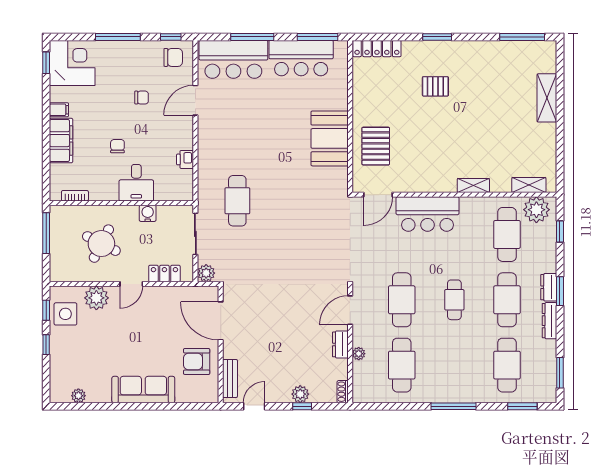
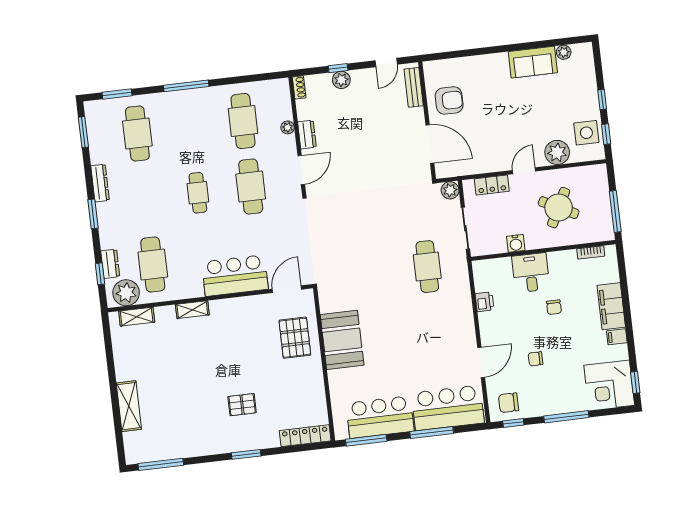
dresser: (549, 287) -> (110, 264), moved
cafe table: (507, 300) -> (145, 199), removed
sofa: (143, 390) -> (533, 62), moved, width x0.73

